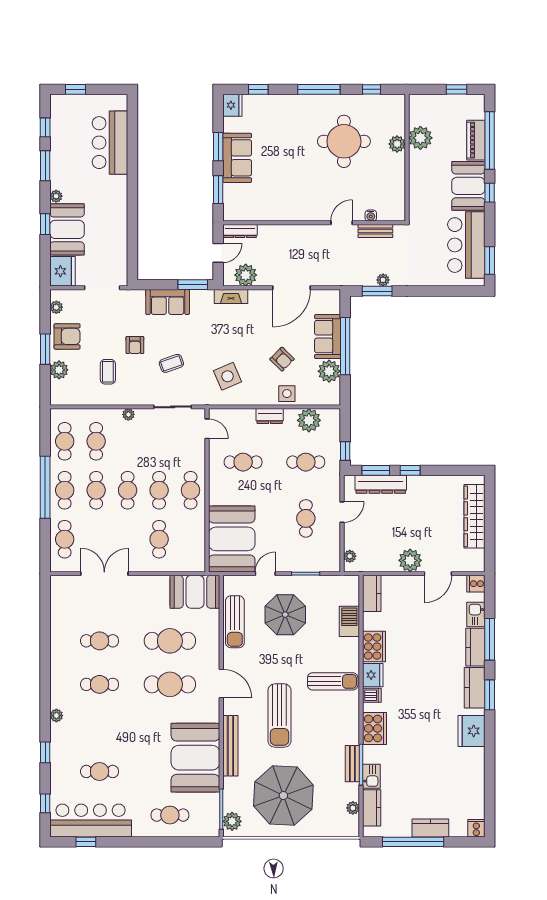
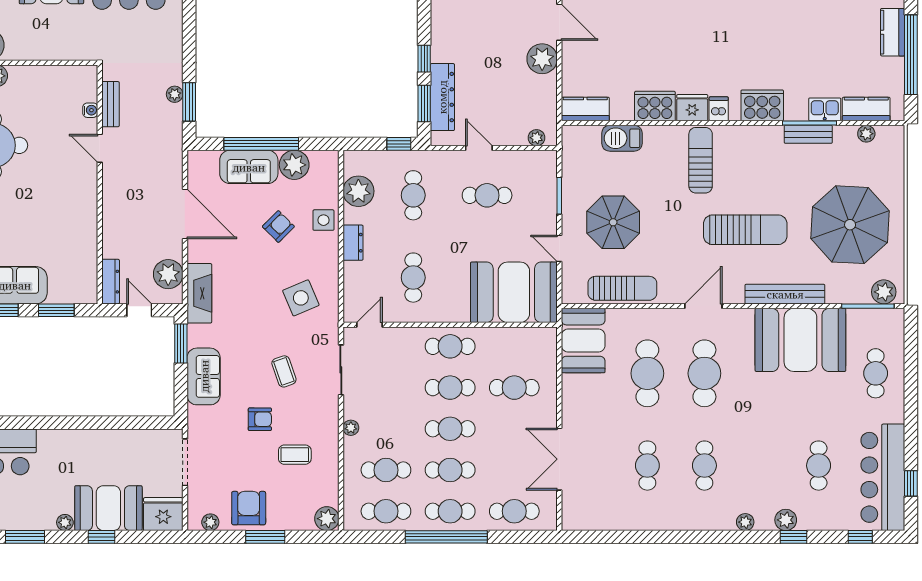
fireplace: (231, 297) -> (199, 293), width x1.37, depth x1.32
plant: (59, 370) -> (327, 519), moved
plant: (58, 746) -> (786, 520), added

